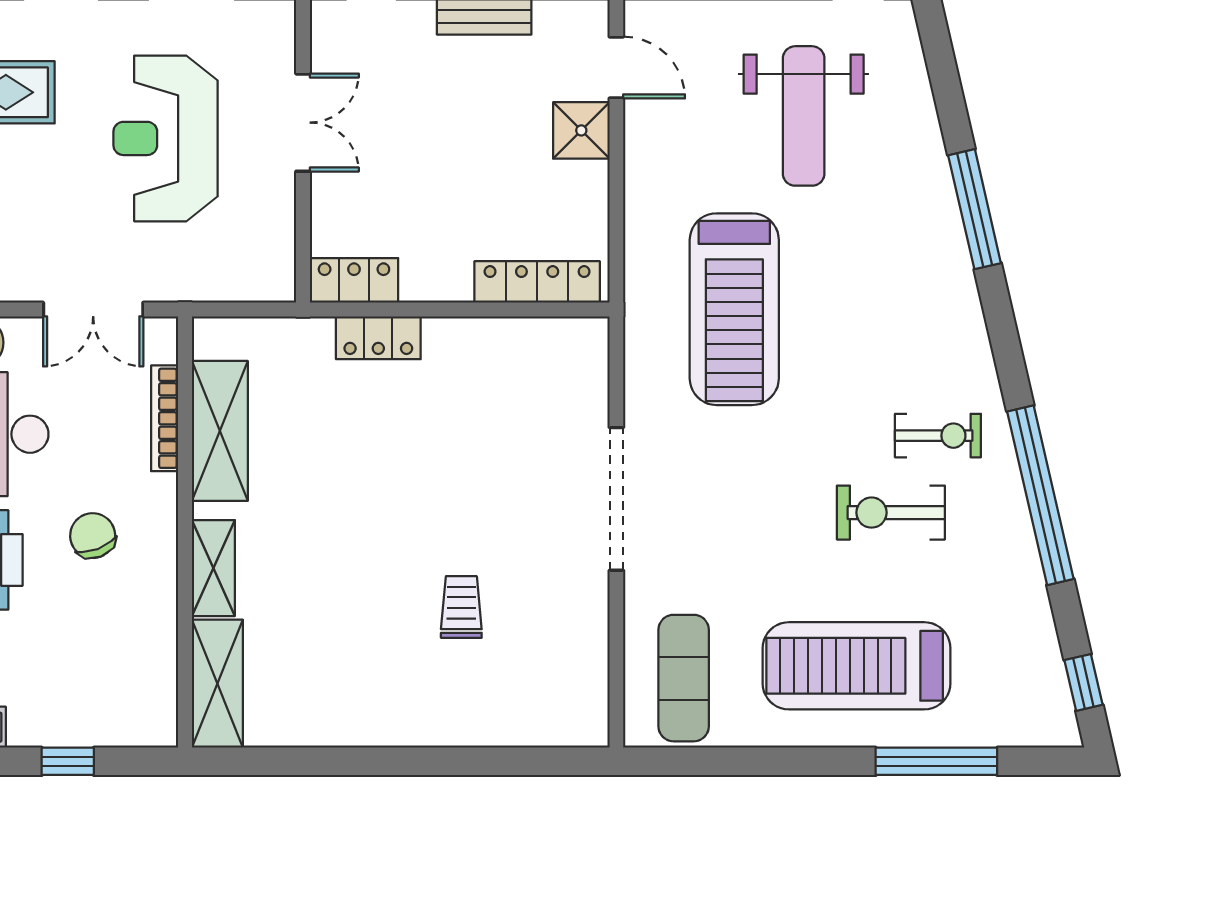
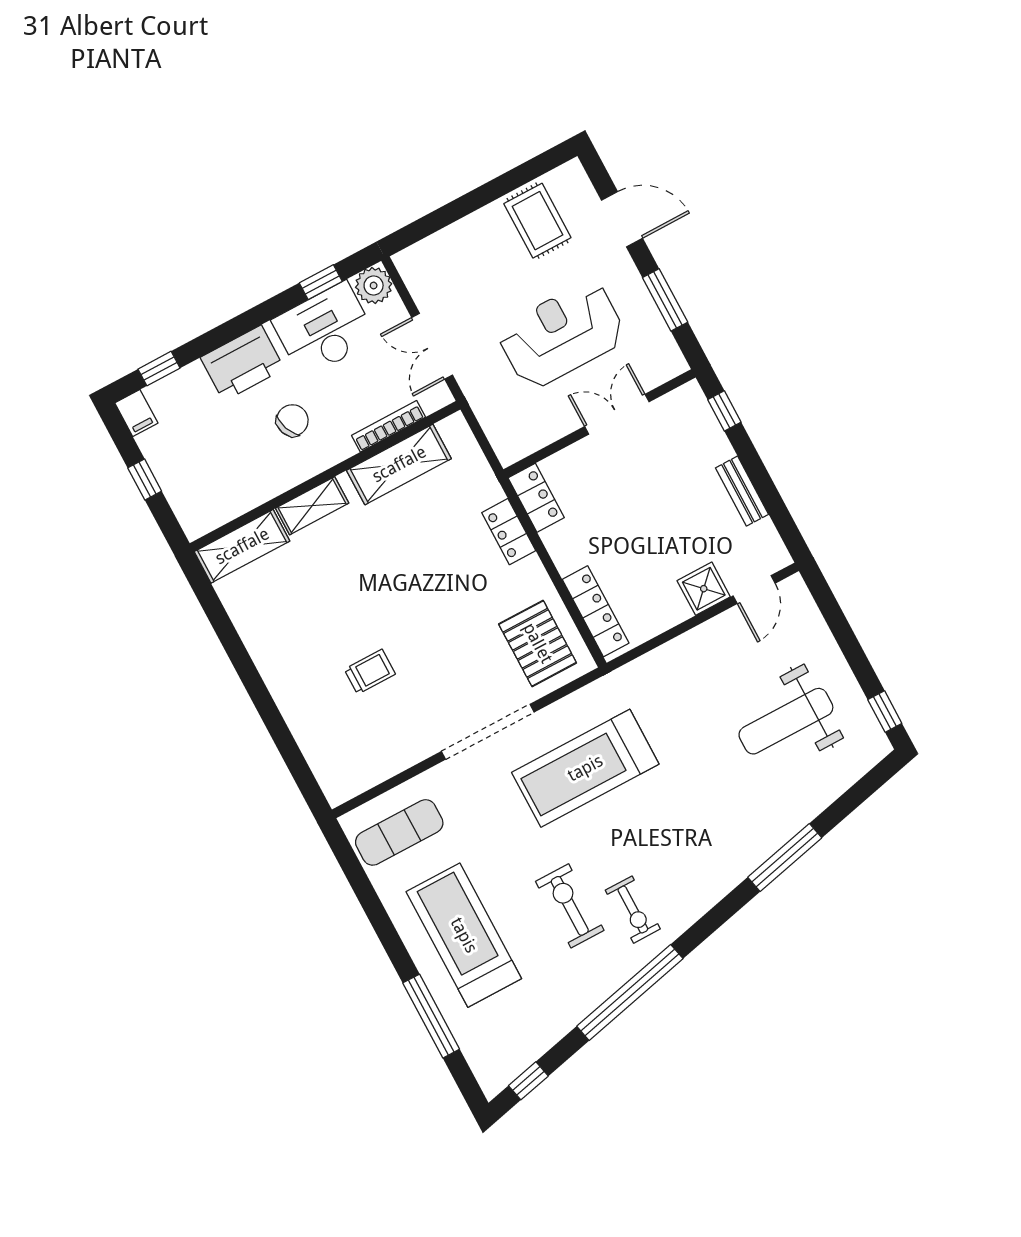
double door: (303, 123) -> (617, 414), swing flipped
treadmill: (734, 309) -> (585, 768), moved
pallet: (539, 377) -> (538, 643), added

